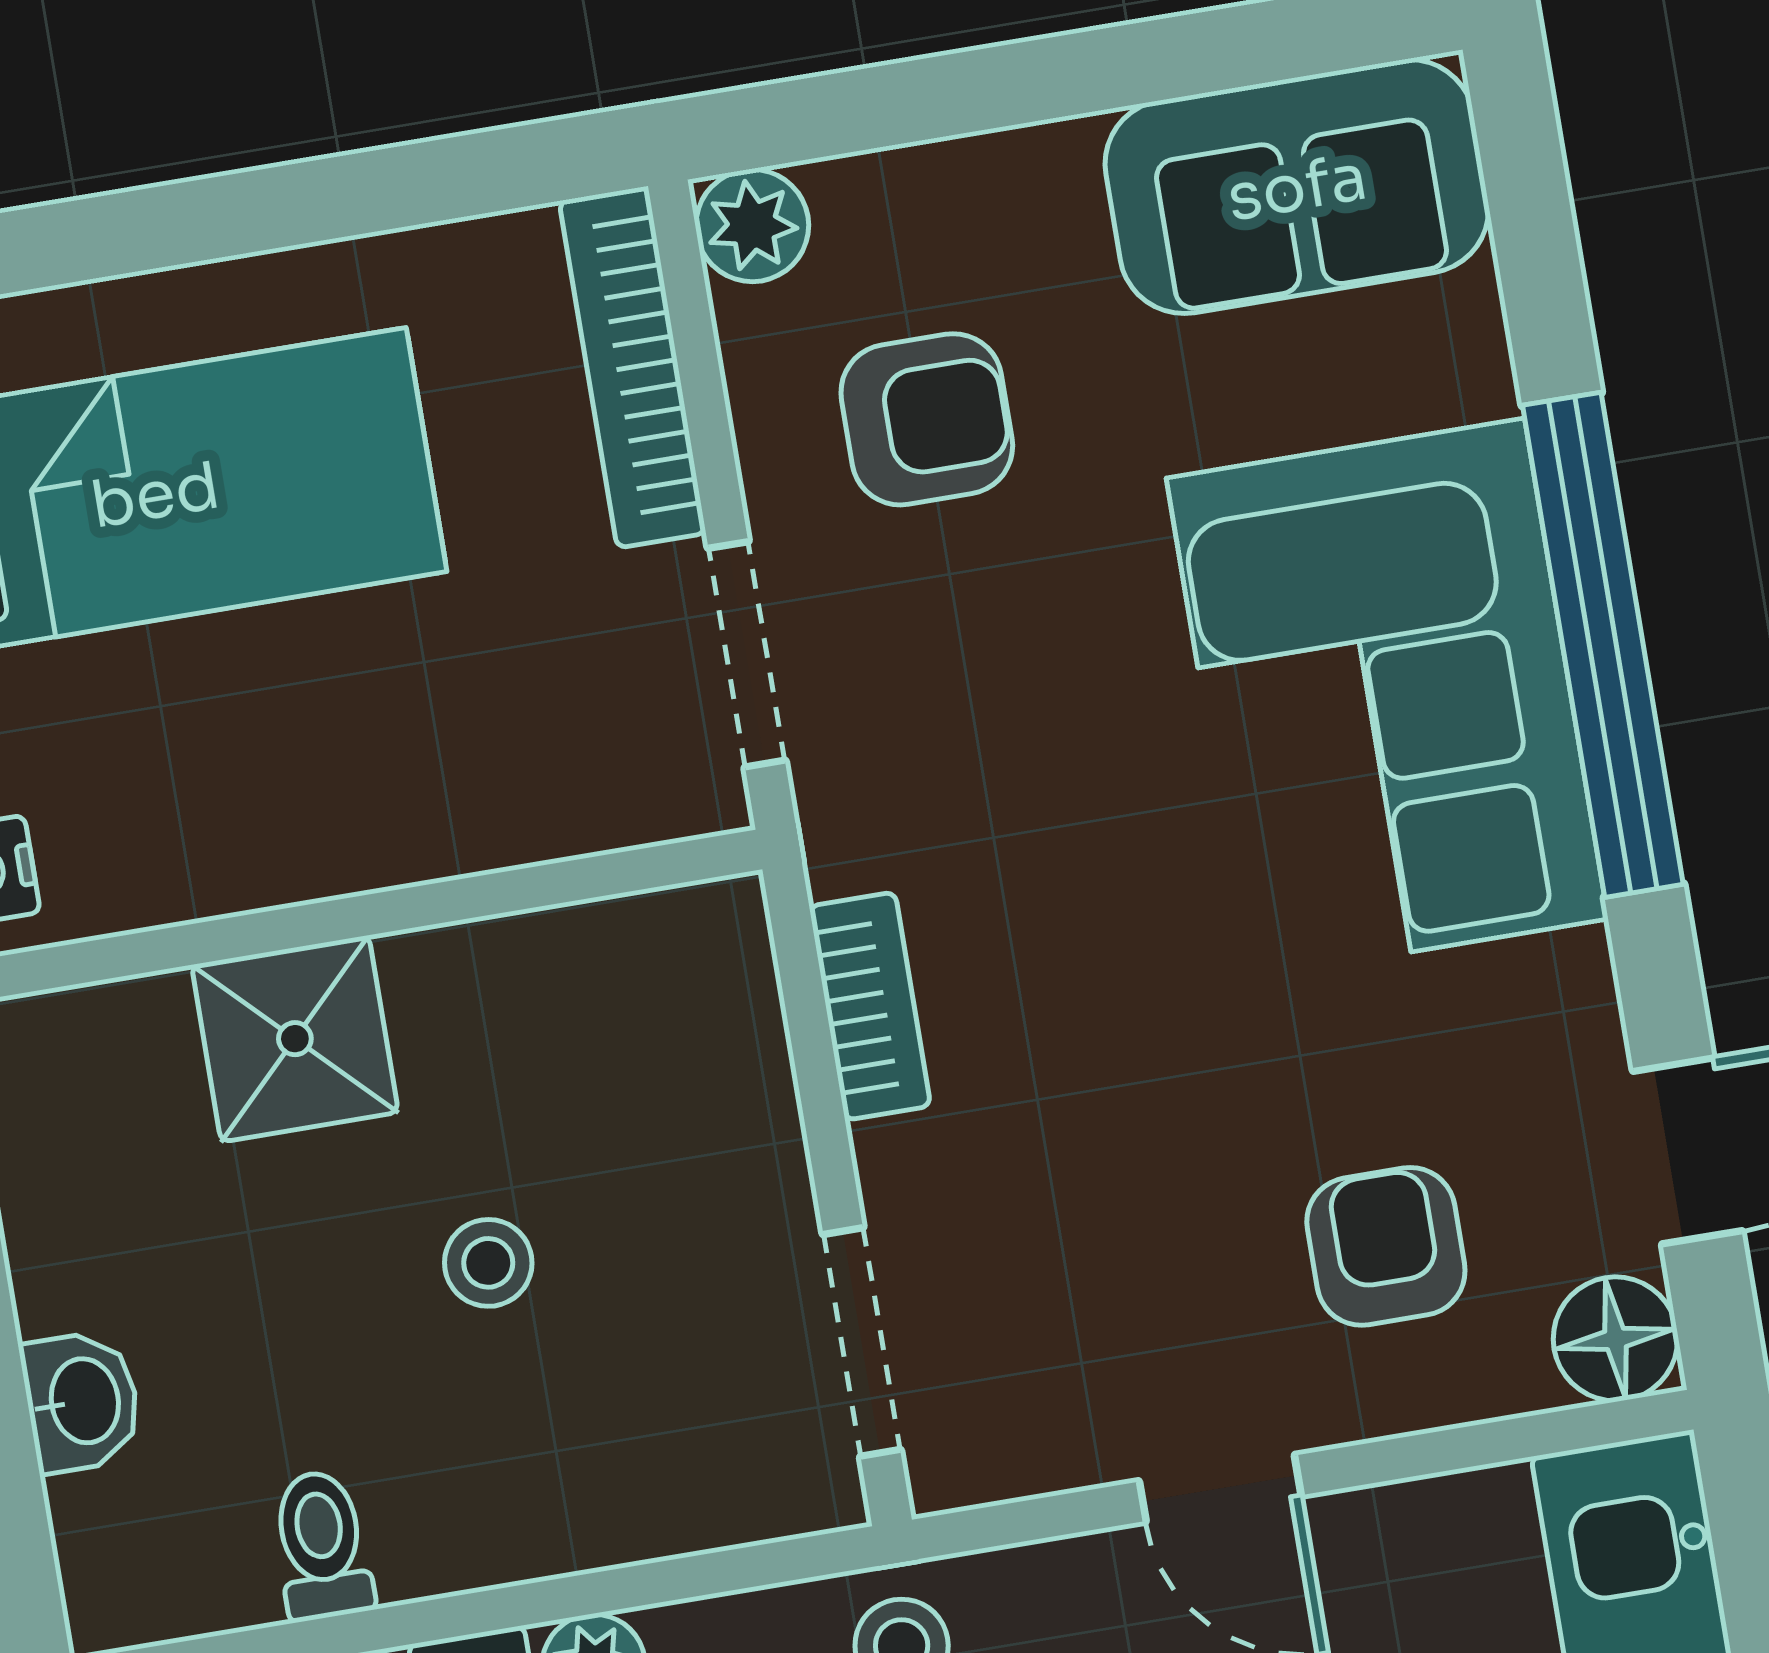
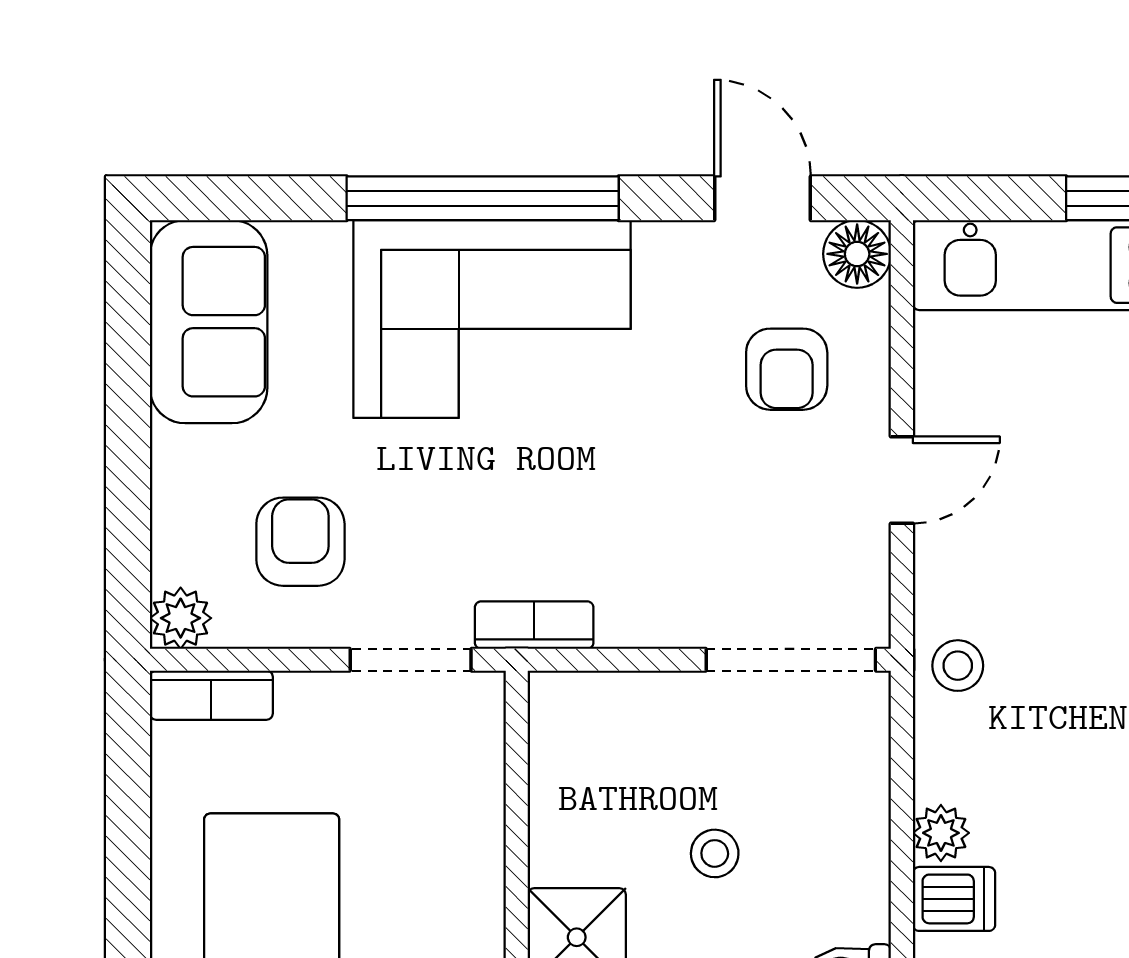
bookcase: (633, 367) -> (211, 695), width x0.64
bookcase: (870, 1006) -> (534, 625), moved
armchair: (1386, 1246) -> (787, 369), turned -90
doorway: (862, 1342) -> (791, 660), width x1.38

